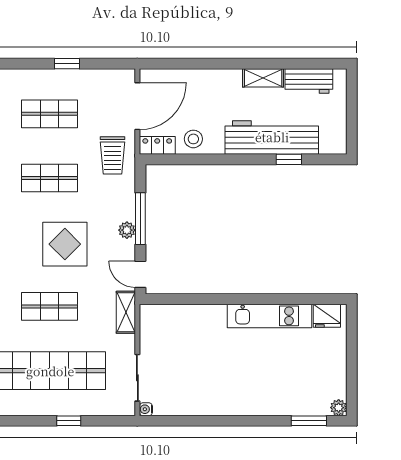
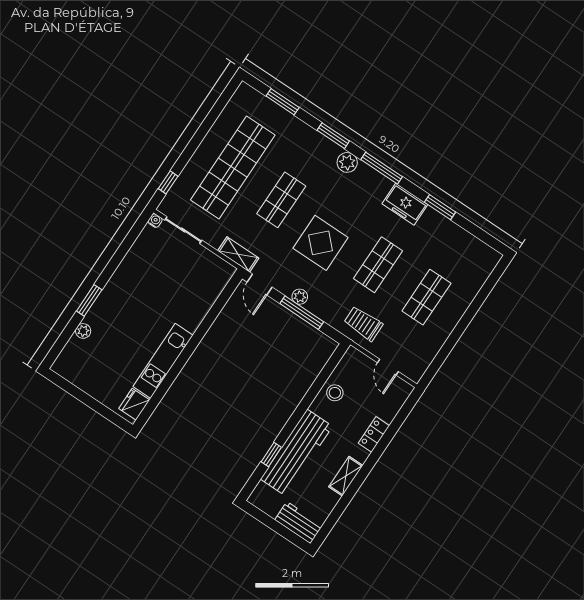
window: (67, 64) -> (455, 336), removed
workbench: (309, 81) -> (299, 523), moved, turned 90
door: (137, 106) -> (388, 367), width x0.53
locker: (157, 145) -> (374, 434), moved, turned 180
door: (140, 274) -> (260, 284), swing flipped
plant: (339, 408) -> (83, 331), moved
window: (69, 421) -> (168, 182), moved
window: (309, 421) -> (89, 300), moved

